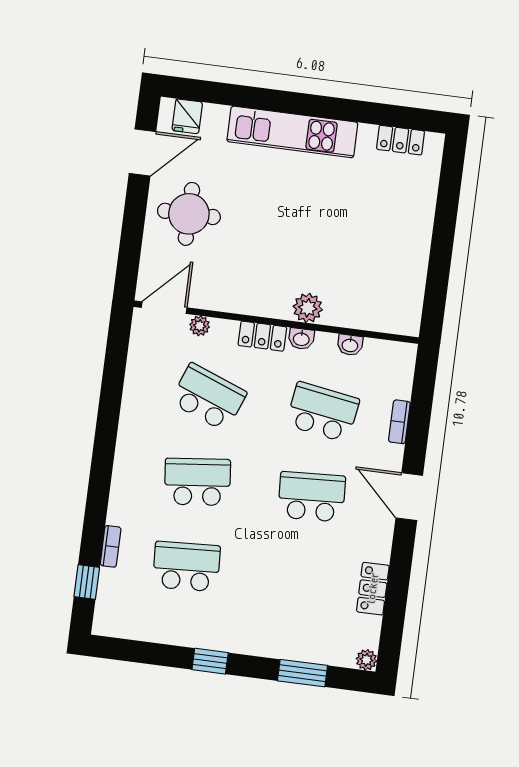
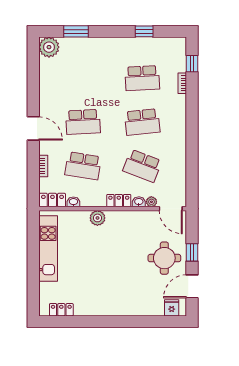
kitchen unit: (292, 132) -> (48, 249), moved, turned 90
window: (134, 218) -> (192, 252), added
door: (164, 308) -> (171, 209), hinge flipped
washbasin: (301, 339) -> (139, 202), moved
locker: (373, 589) -> (52, 200), moved, turned -90
plant: (366, 660) -> (49, 47), width x1.87, depth x1.87
window: (210, 661) -> (144, 31), moved

